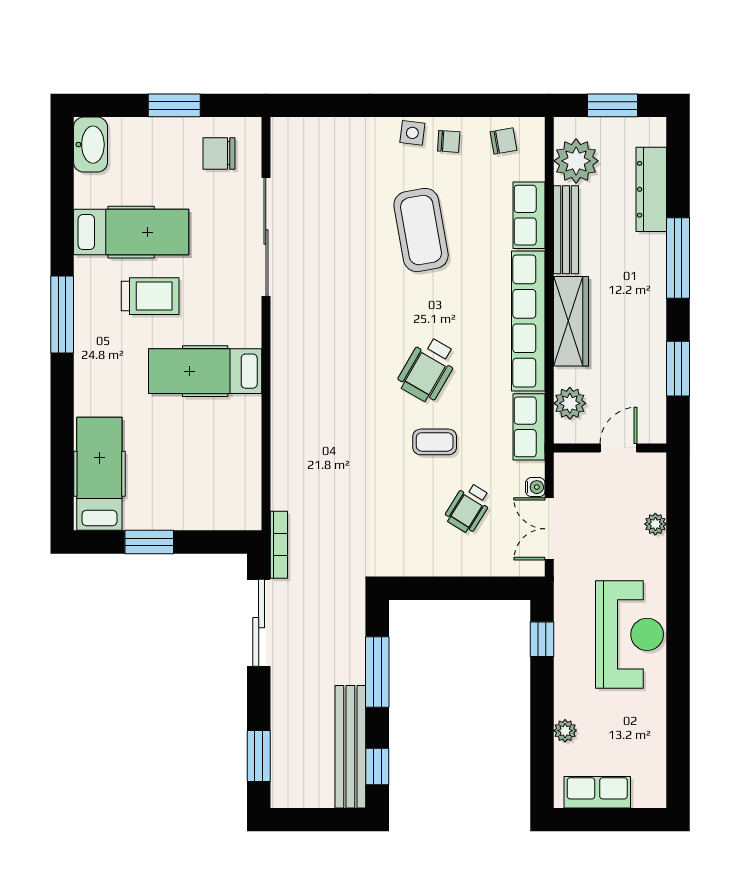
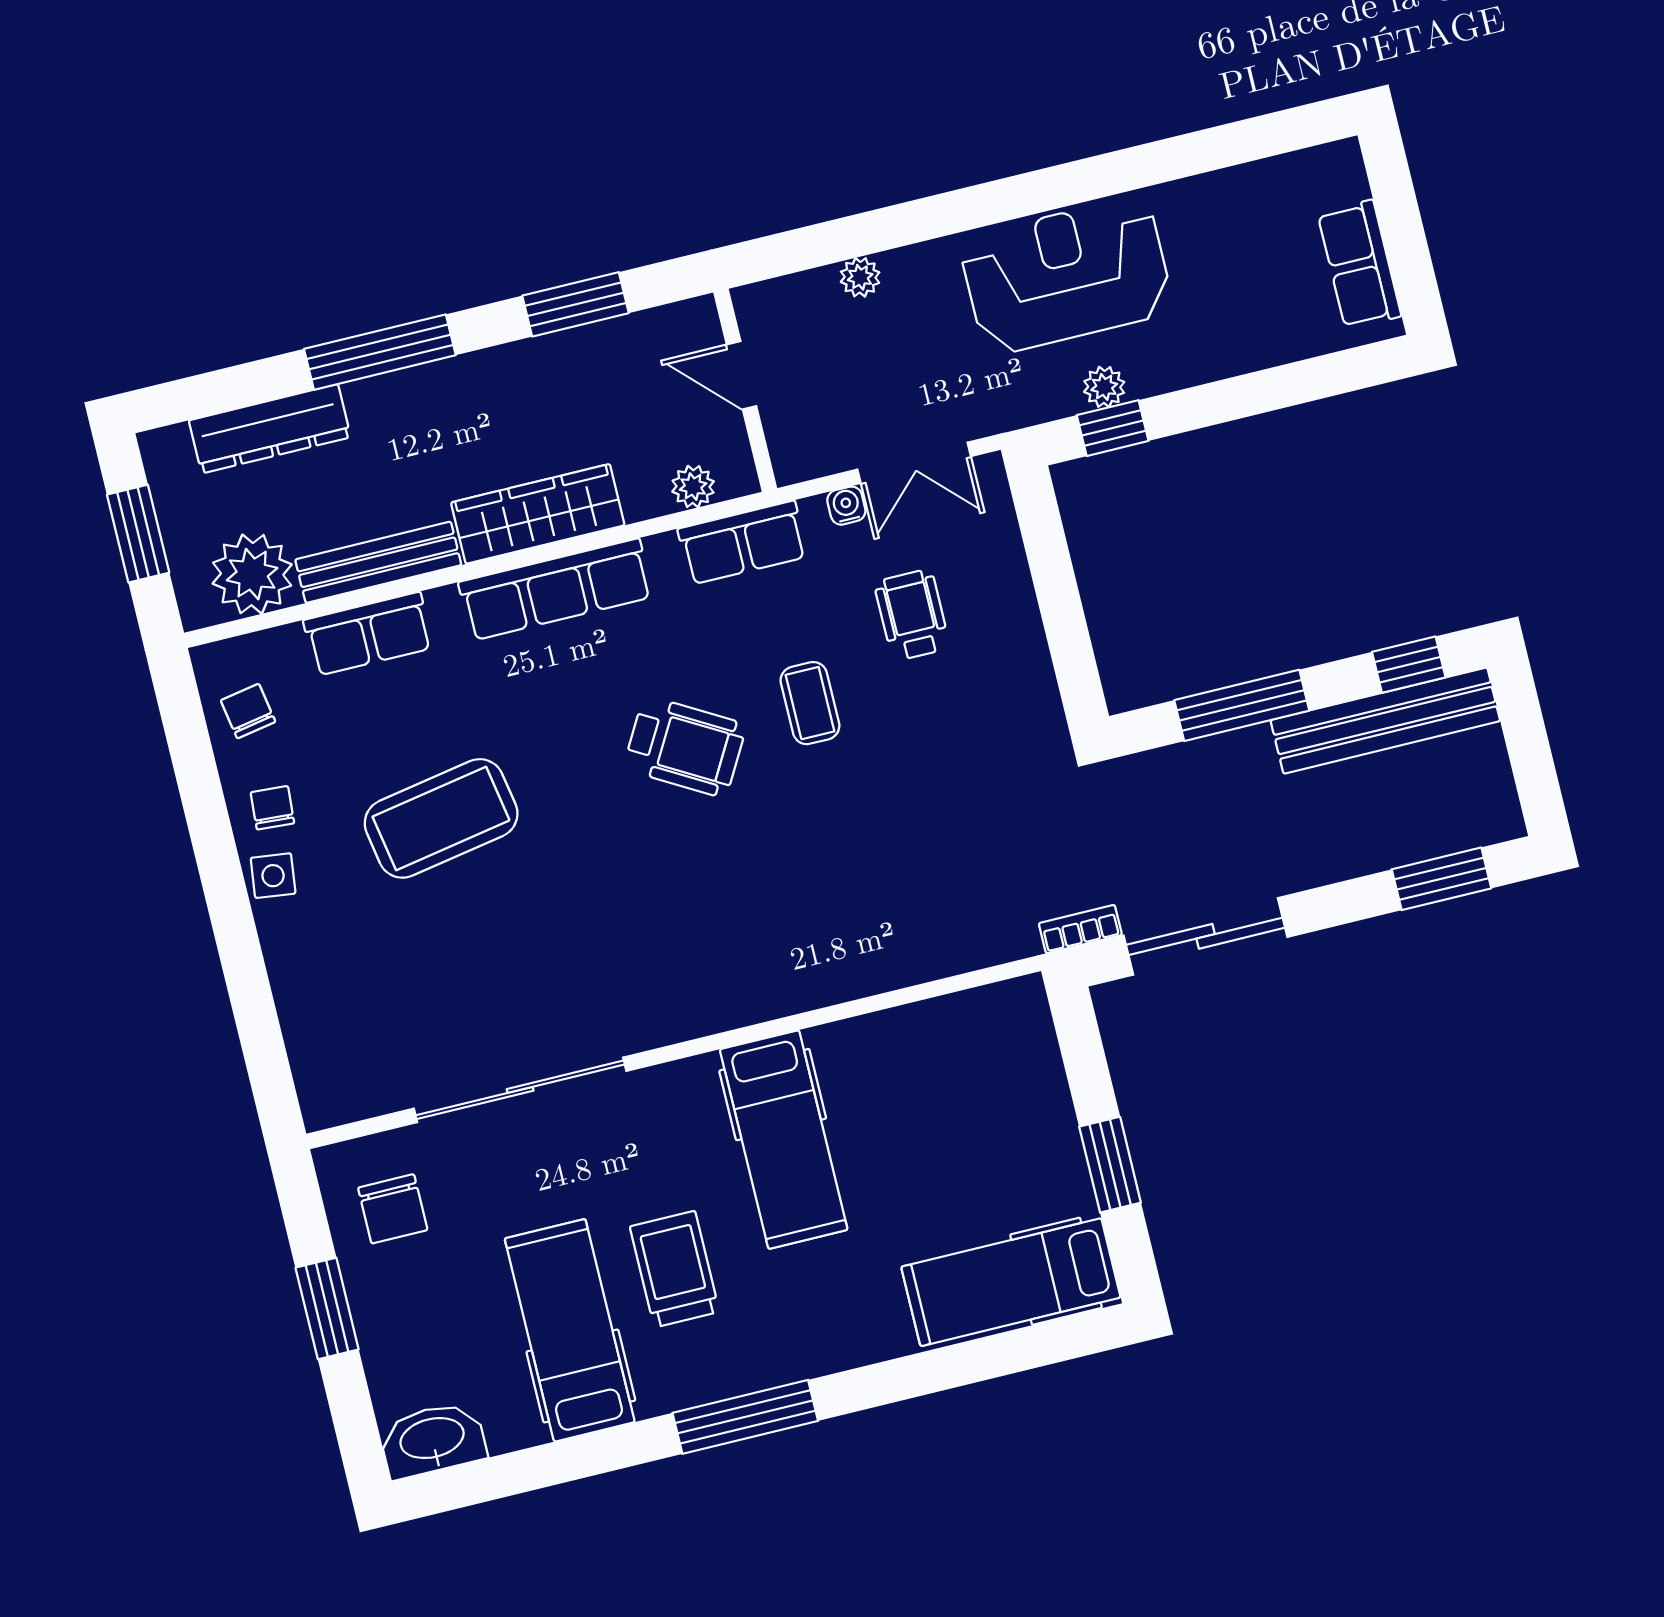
row of seats: (528, 321) -> (556, 590), width x0.73
plant: (570, 403) -> (693, 487), width x0.73, depth x0.73
wheelchair: (468, 508) -> (912, 615), turned -122
bookcase: (279, 545) -> (1080, 929), width x0.64
plant: (565, 731) -> (1104, 387), moved

